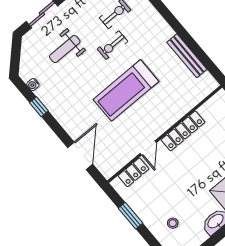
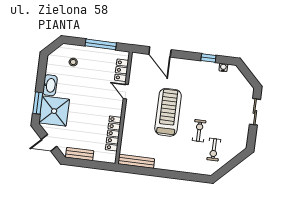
weight bench: (65, 49) -> (224, 104), removed
bench: (187, 56) -> (136, 161), moved
locker: (183, 131) -> (113, 133), moved
window: (130, 216) -> (101, 44), width x1.44

